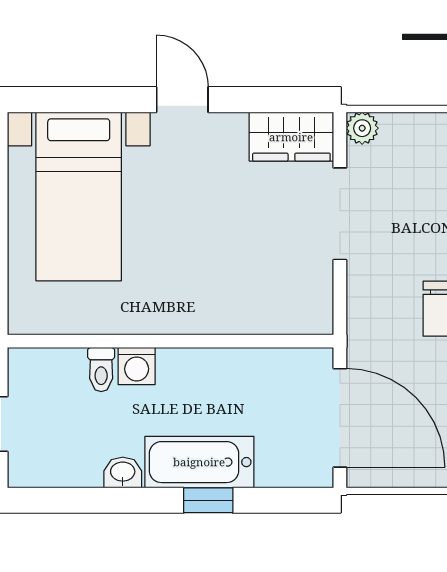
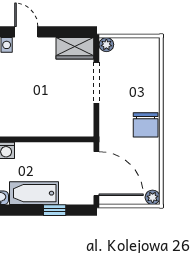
window: (208, 500) -> (55, 210), moved

